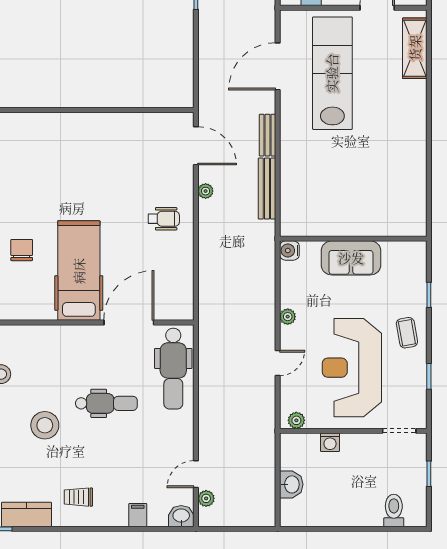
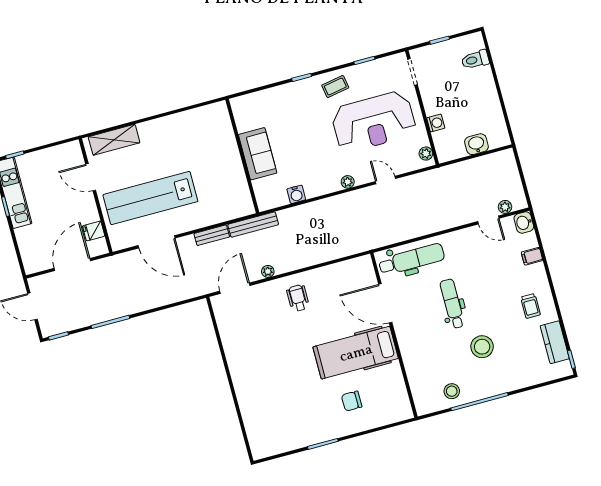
wall: (353, 239) -> (242, 156), moved
sofa: (351, 258) -> (258, 154), moved

